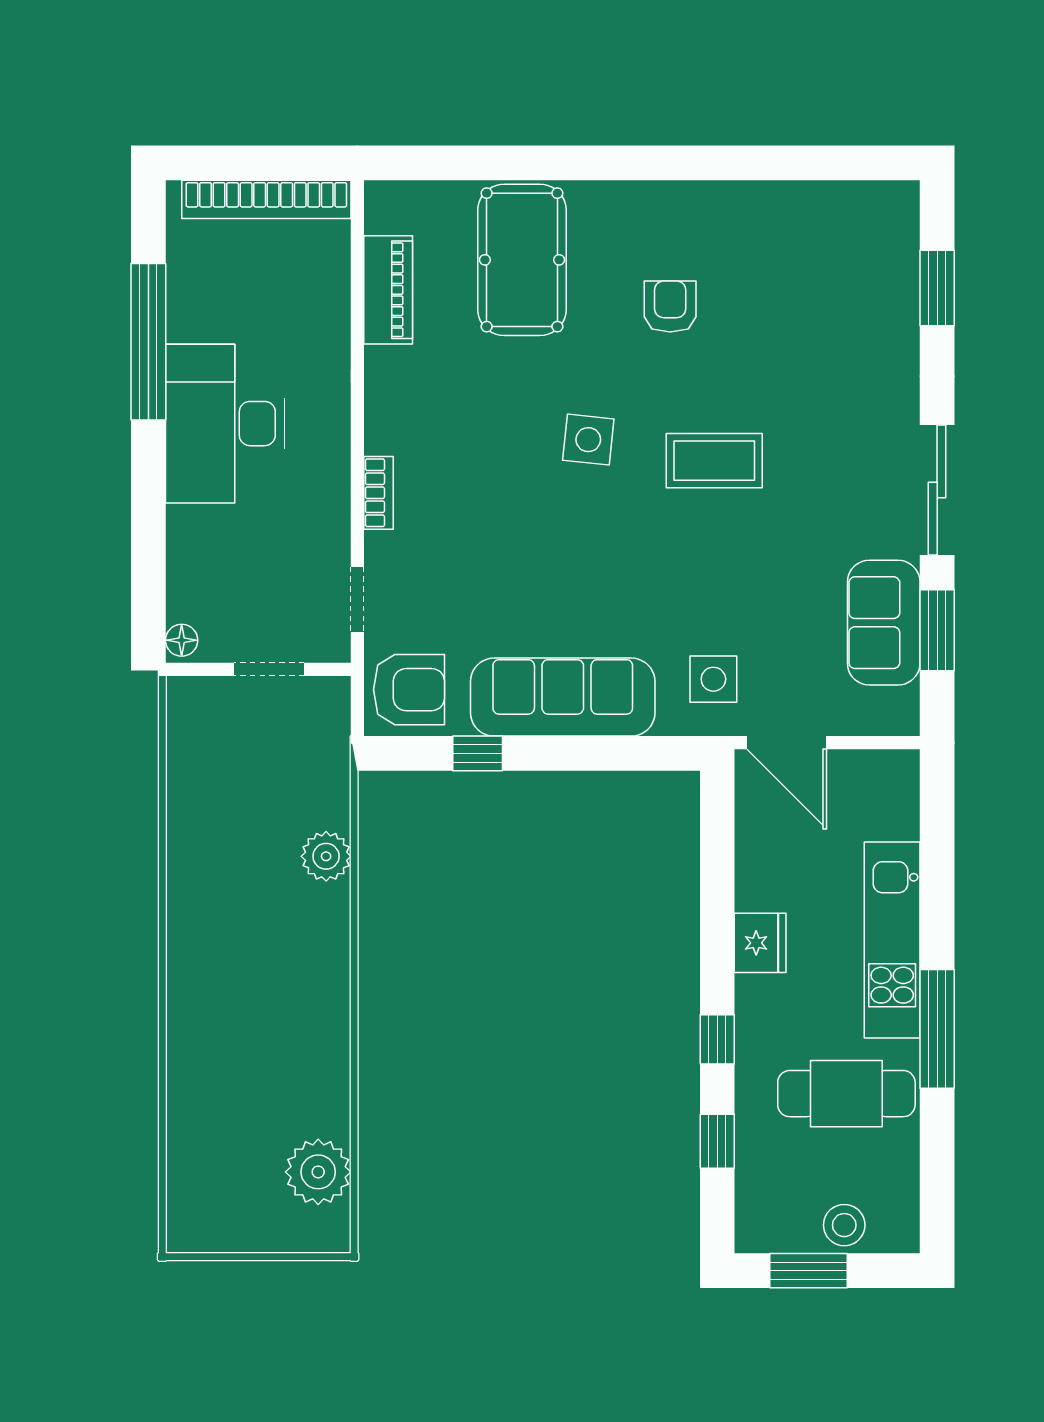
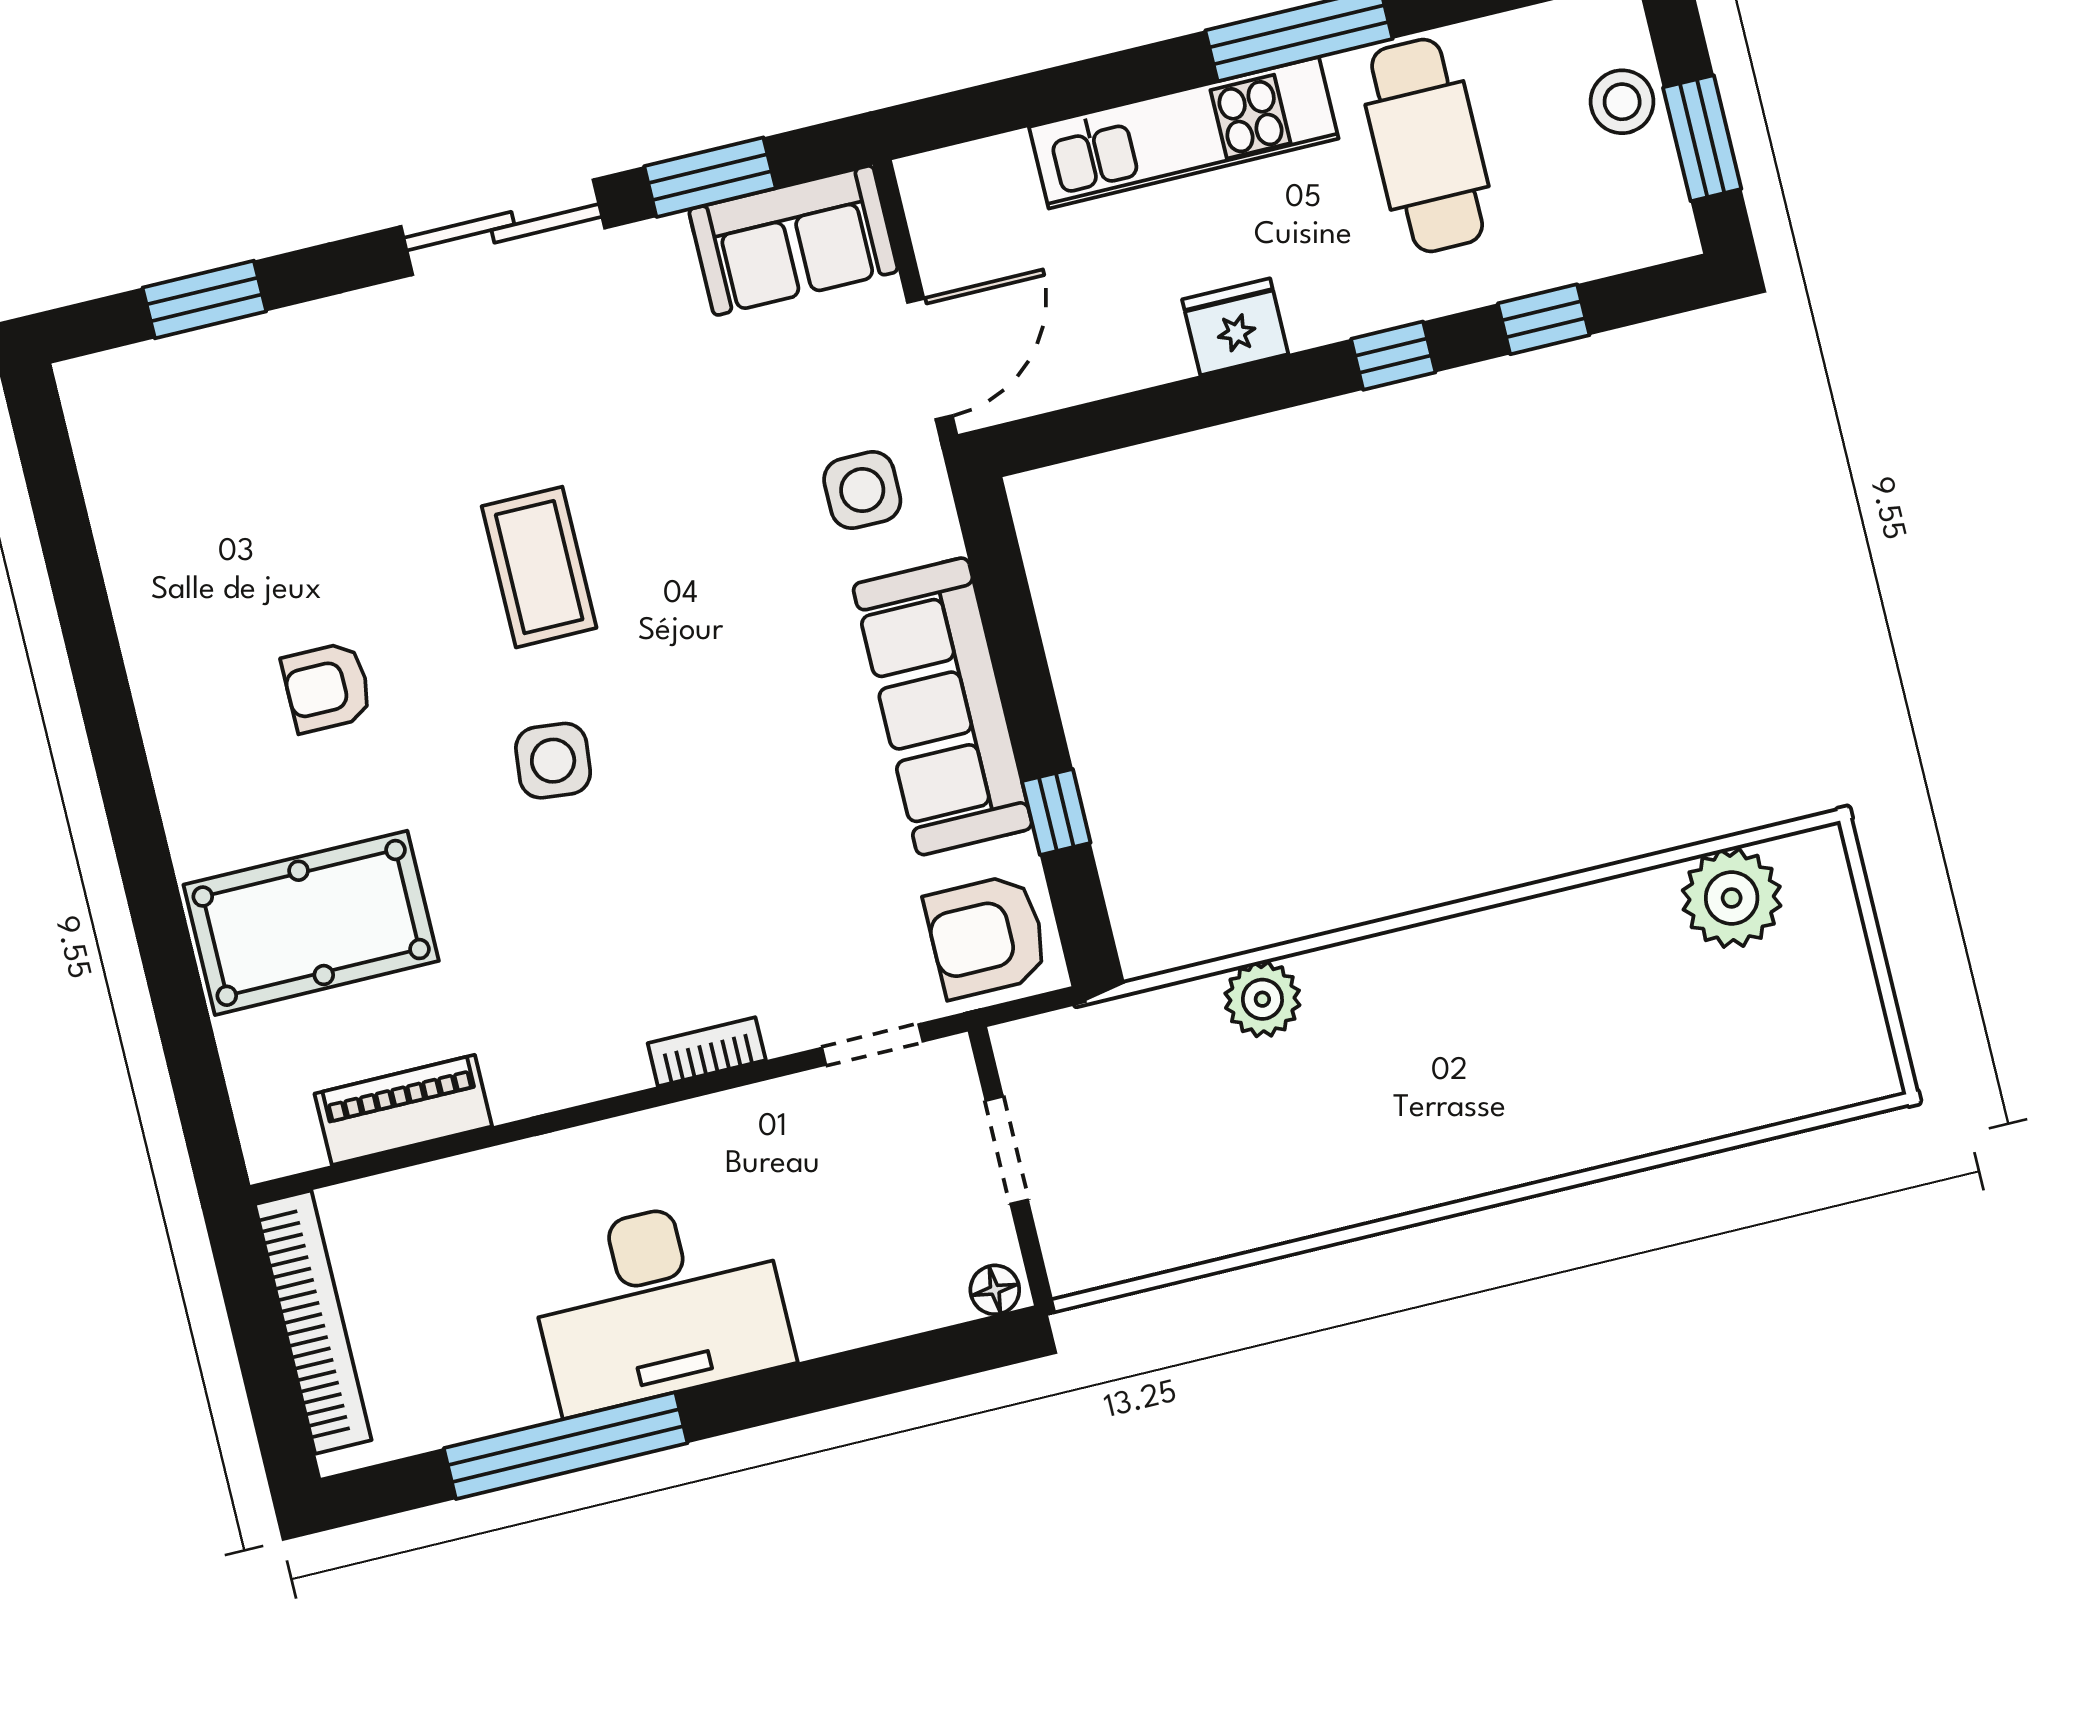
sofa: (884, 623) -> (793, 240), moved
armchair: (409, 690) -> (987, 936), turned -90

